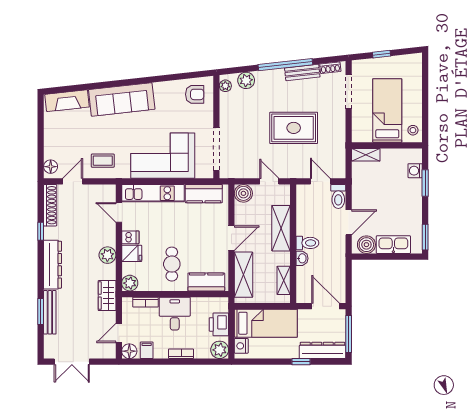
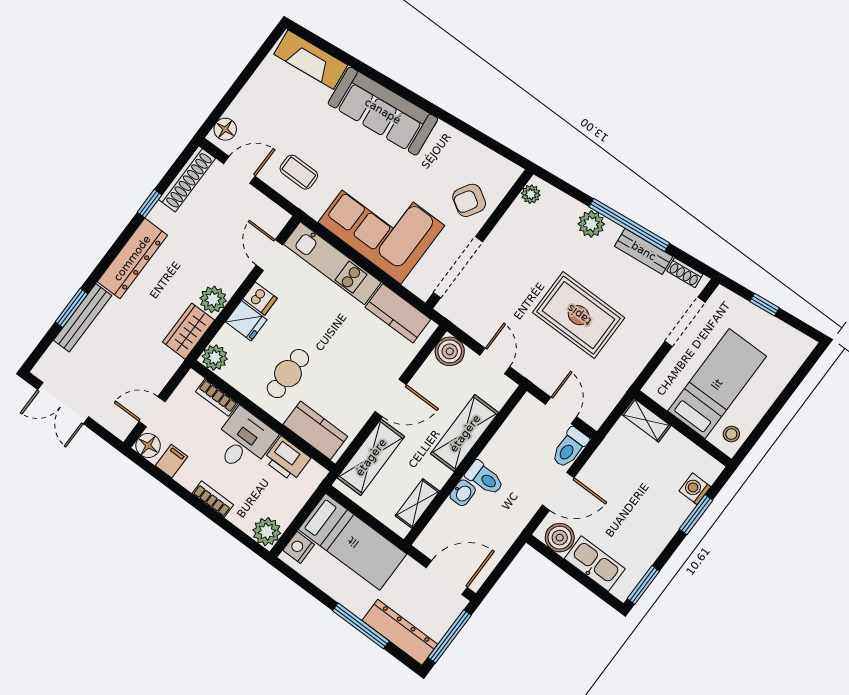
plant: (246, 80) -> (591, 224), moved
armchair: (195, 94) -> (469, 200), moved, turned 121
wardrobe: (107, 296) -> (189, 331), moved
door: (325, 306) -> (447, 578), hinge flipped
printer: (219, 324) -> (287, 459), moved, turned -90
window: (301, 362) -> (361, 626), width x2.17

